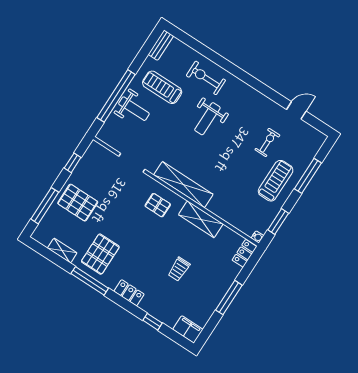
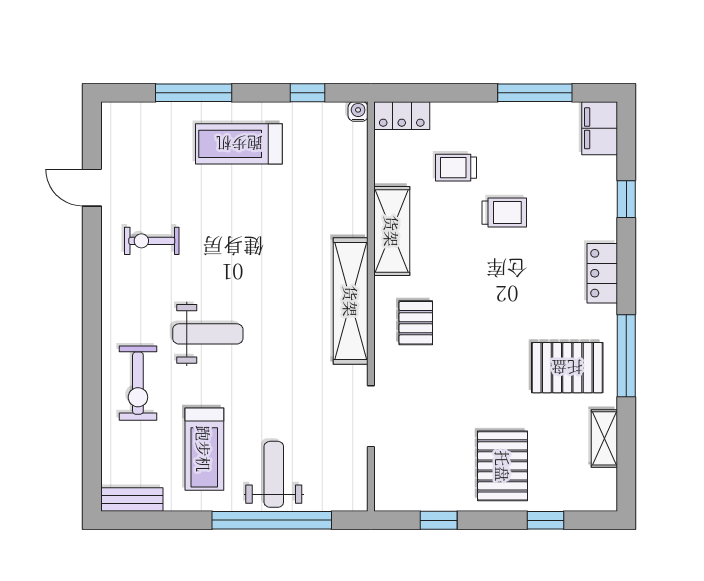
exercise bike: (267, 142) -> (152, 241), moved
window: (45, 206) -> (546, 520), width x0.46
window: (278, 222) -> (307, 93), width x0.67
trolley: (209, 262) -> (456, 168), added
window: (229, 298) -> (535, 93), moved

